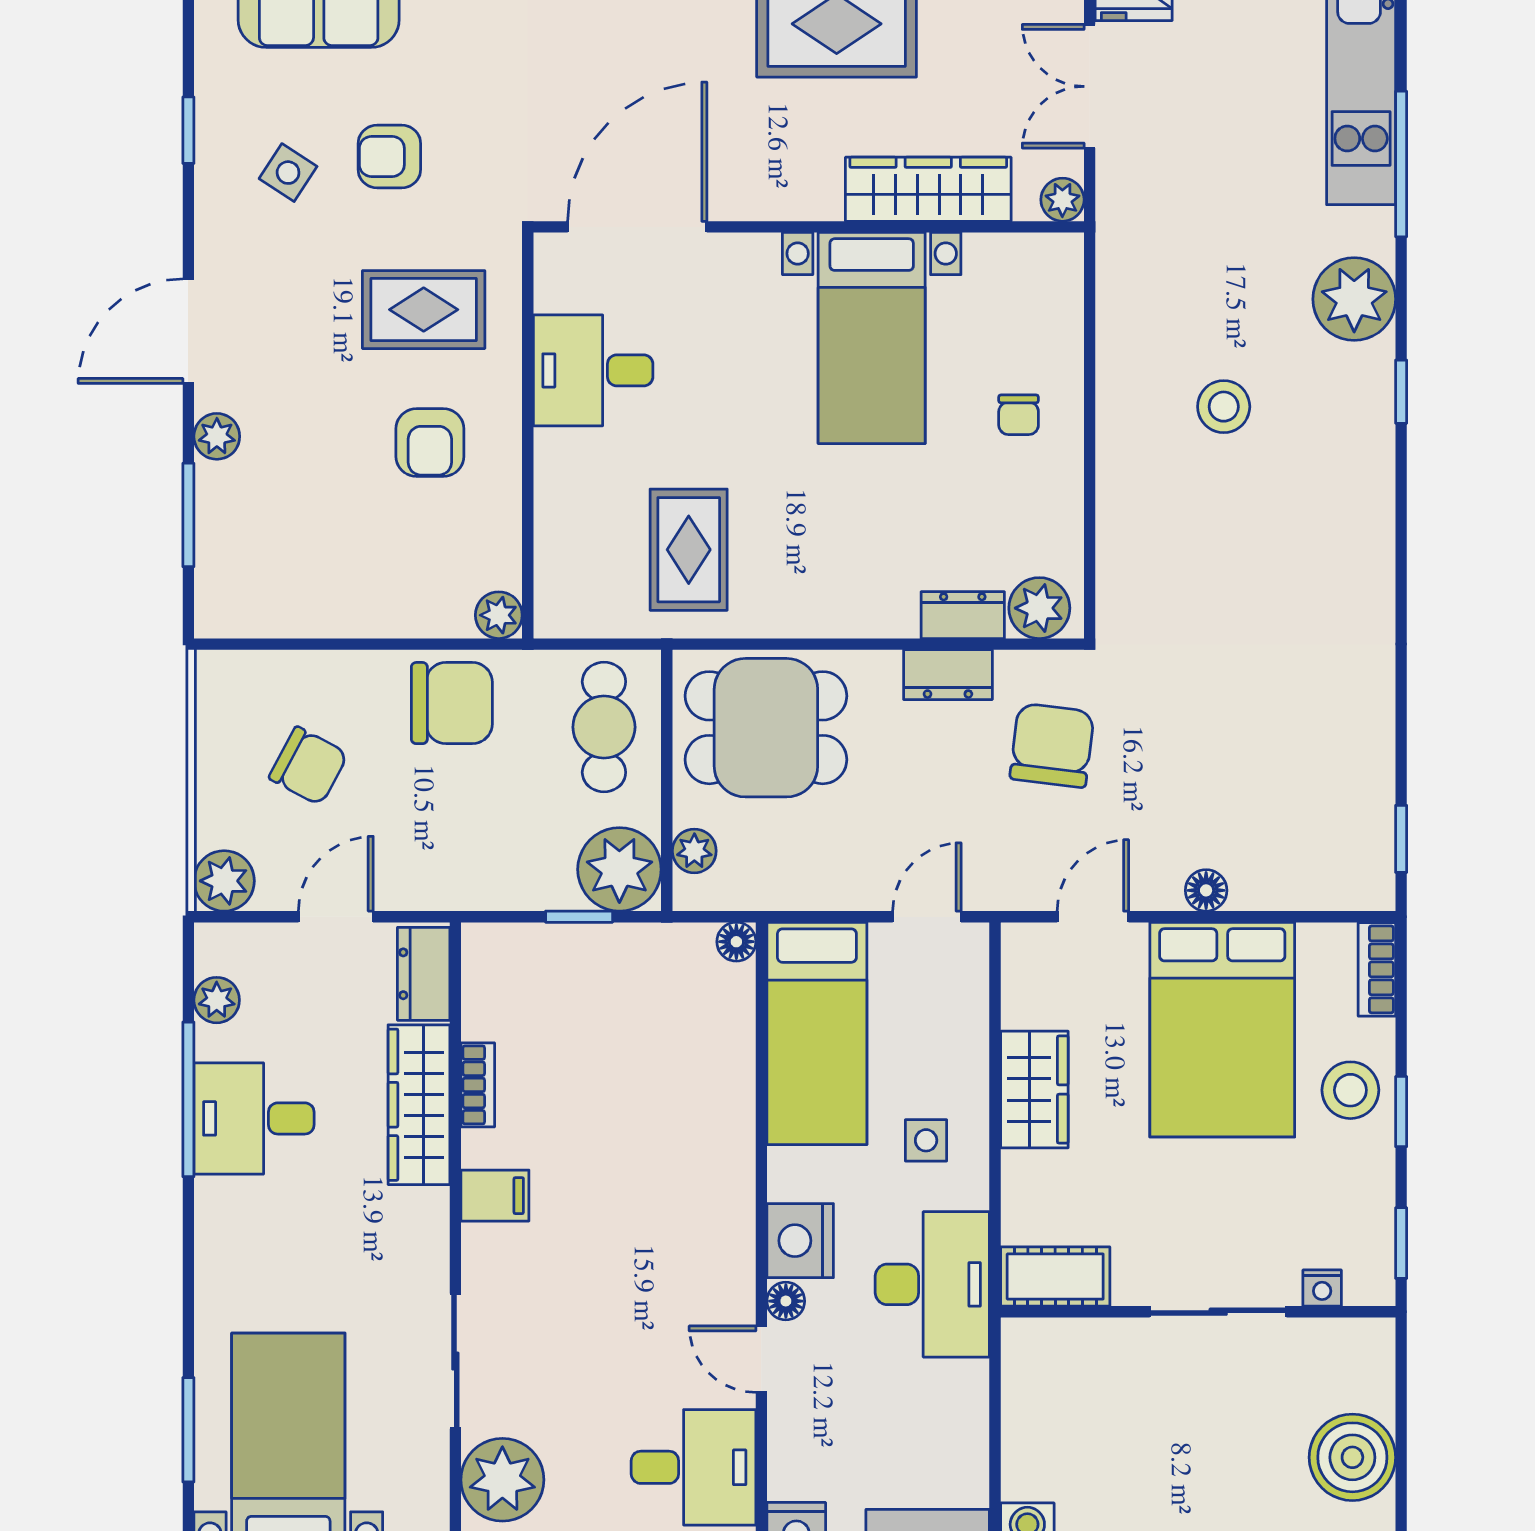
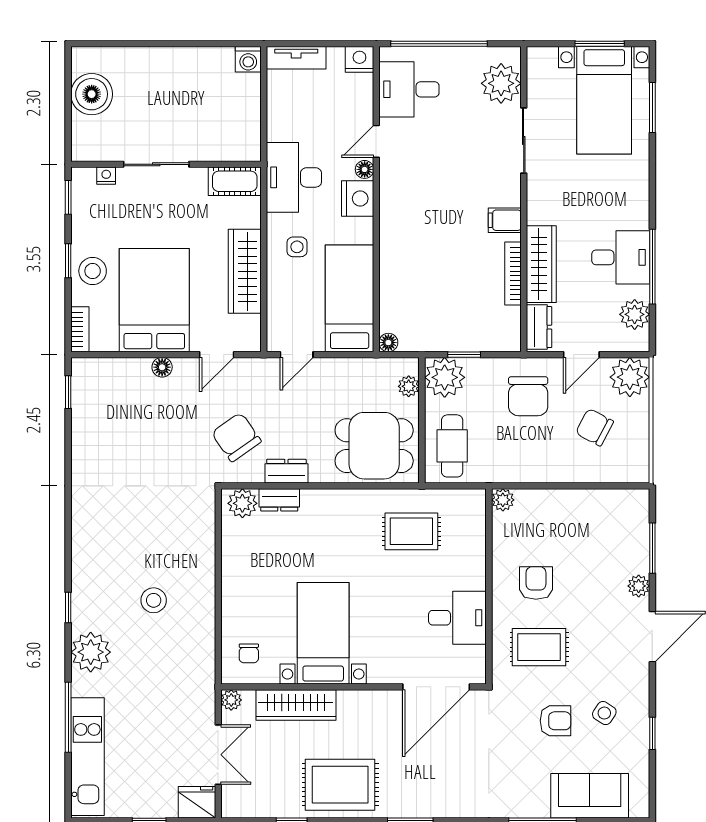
chair: (1019, 415) -> (249, 653), moved, turned 180
rug: (689, 550) -> (411, 531), turned 90
chair: (452, 703) -> (528, 396), moved, turned -90
chair: (1052, 745) -> (236, 437), turned 138
plant: (224, 881) -> (630, 377), width x1.36, depth x1.36
plant: (217, 1000) -> (635, 314), width x1.38, depth x1.38
bookcase: (478, 1085) -> (513, 274), width x1.56
wardrobe: (1034, 1090) -> (245, 271), width x1.50
door: (761, 1359) -> (376, 141), swing flipped

